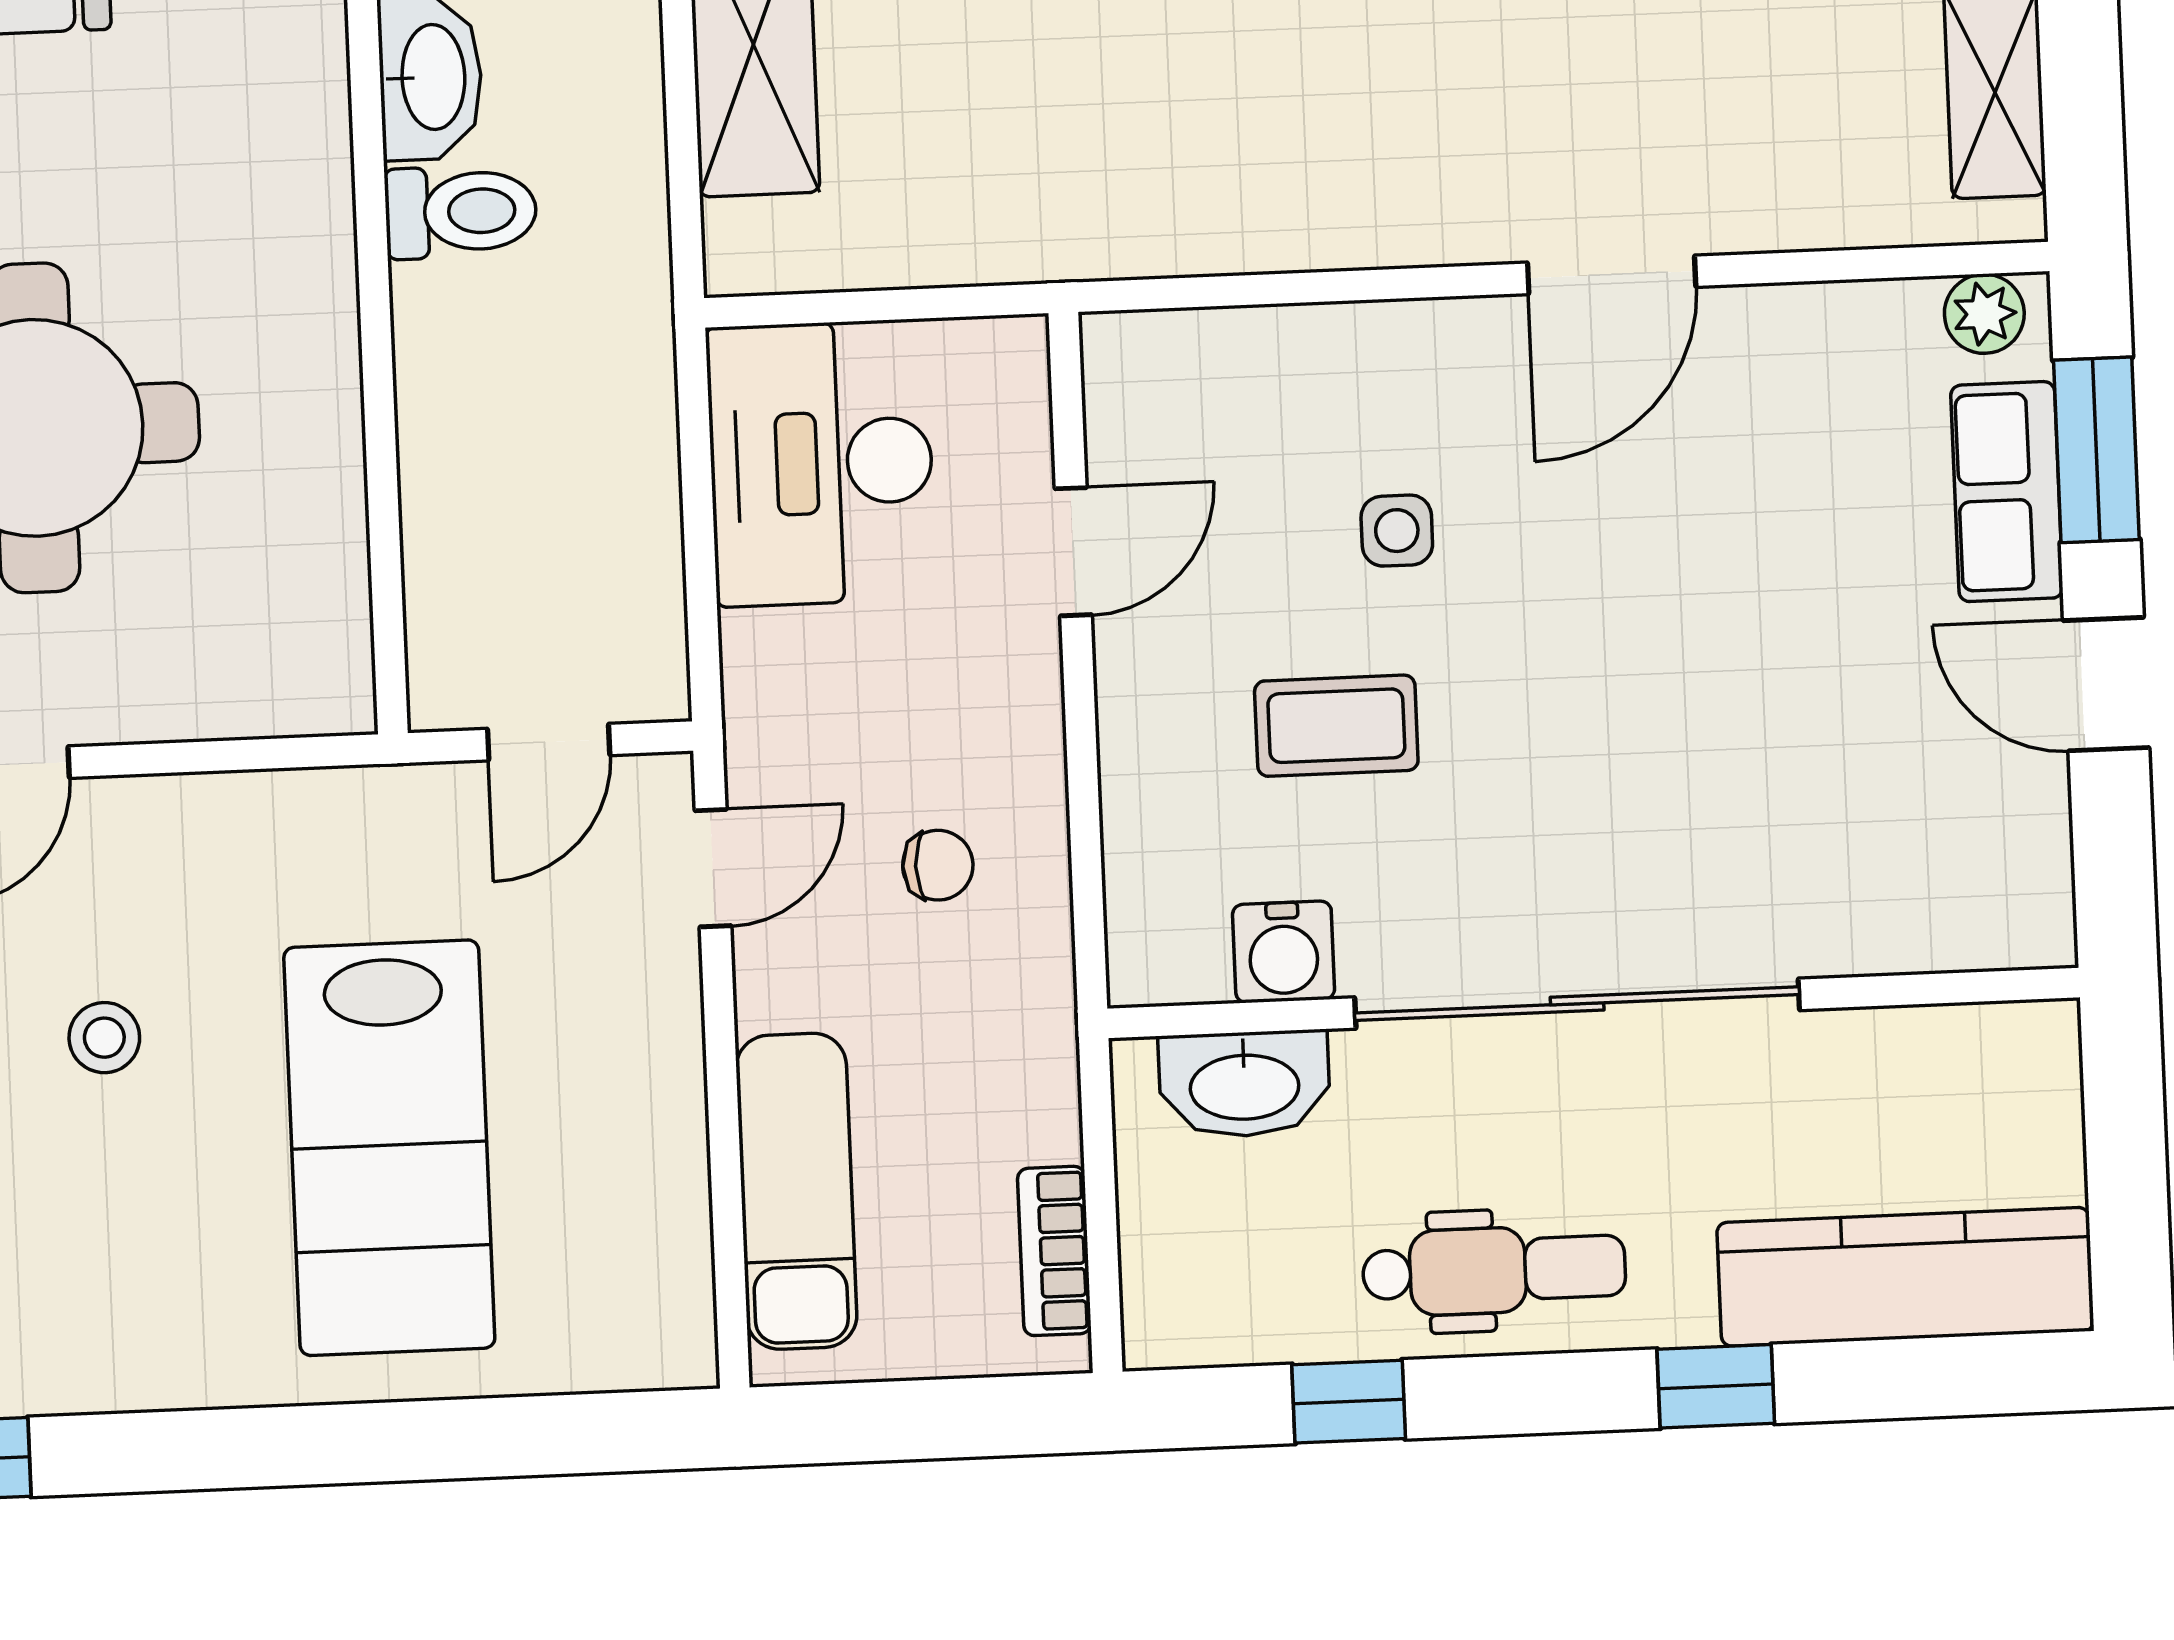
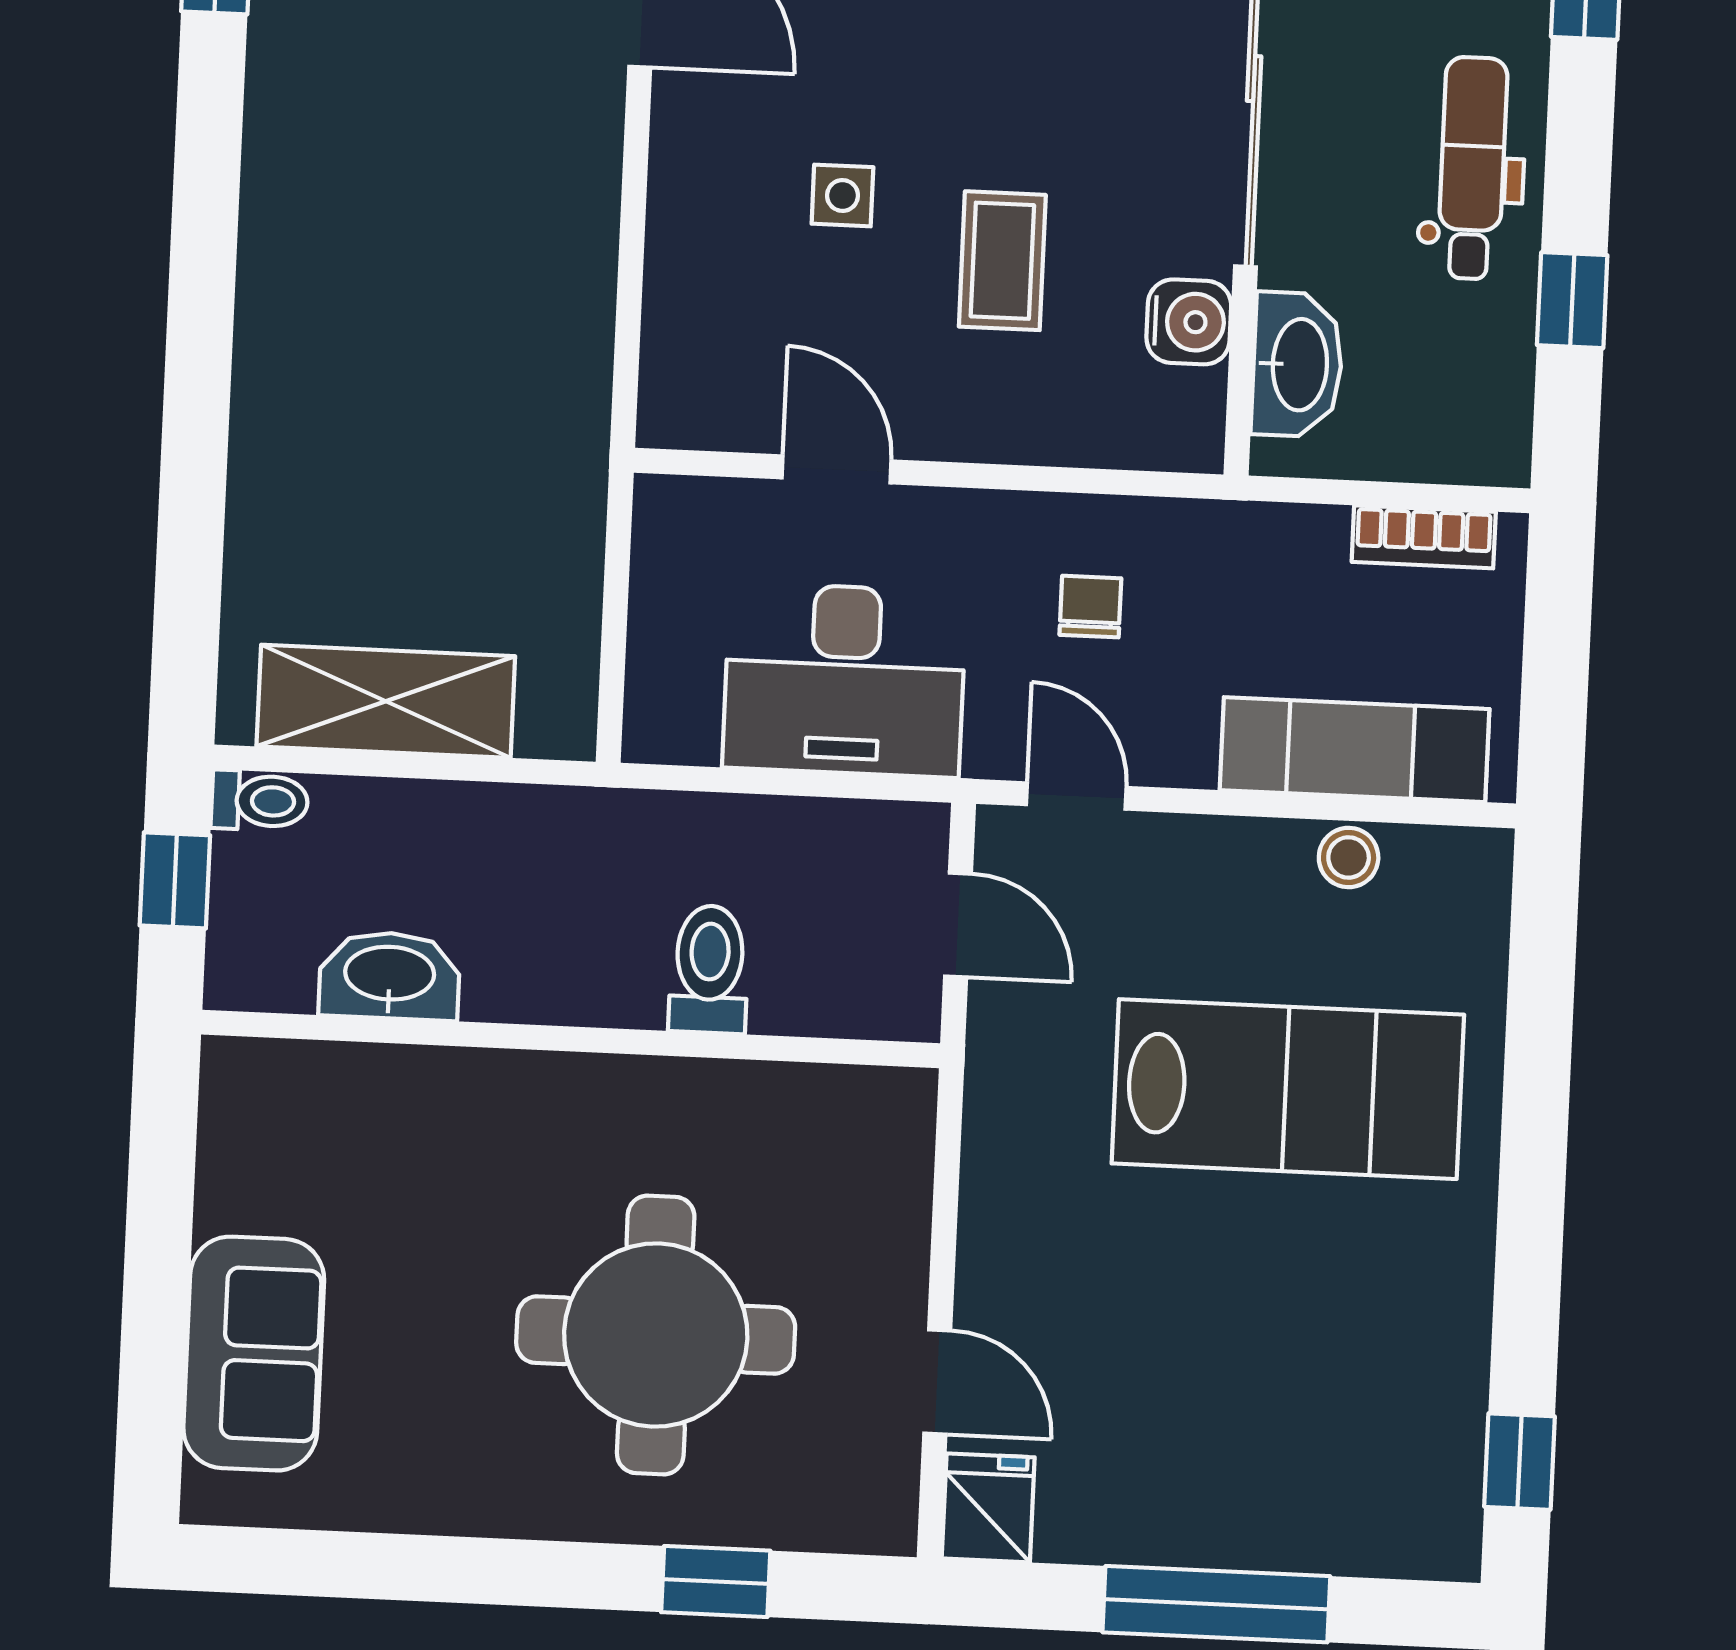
toilet: (461, 212) -> (709, 969), moved
desk: (821, 463) -> (844, 680), moved
stool: (104, 1038) -> (1349, 857), moved

